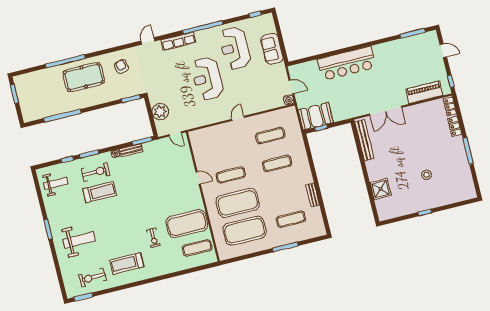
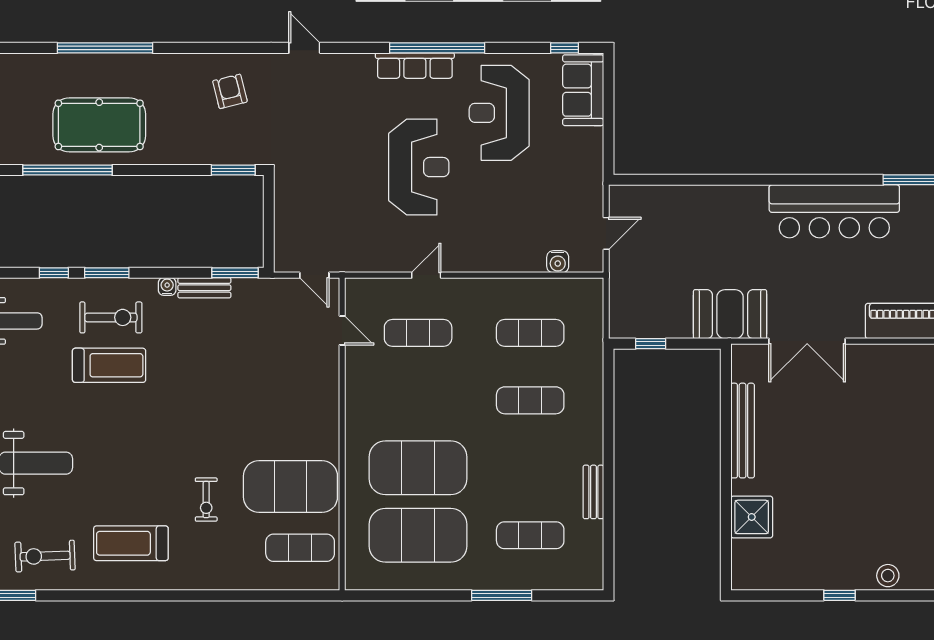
door: (148, 41) -> (304, 48), hinge flipped
row of seats: (178, 41) -> (415, 66), moved
sofa: (272, 49) -> (583, 90), moved
bar counter: (347, 63) -> (834, 211), moved
pool table: (84, 77) -> (99, 125), moved
reception desk: (207, 78) -> (419, 167), turned 180
door: (291, 87) -> (606, 233), hinge flipped
water cooler: (289, 100) -> (558, 262), moved
plant: (160, 112) -> (293, 216), removed
booth: (316, 116) -> (730, 314), moved
door: (238, 118) -> (426, 275), moved
bench: (364, 140) -> (743, 431), moved
exercise mat: (231, 175) -> (418, 333), moved
stool: (427, 175) -> (888, 576), moved
door: (198, 178) -> (342, 330), moved

